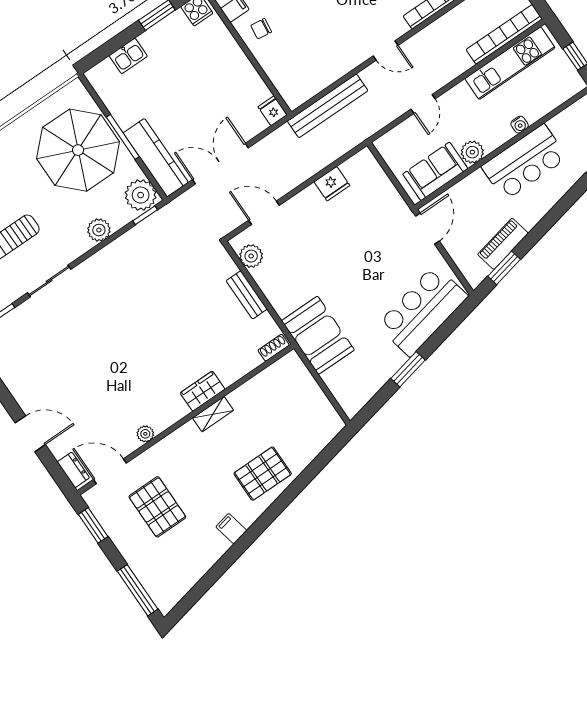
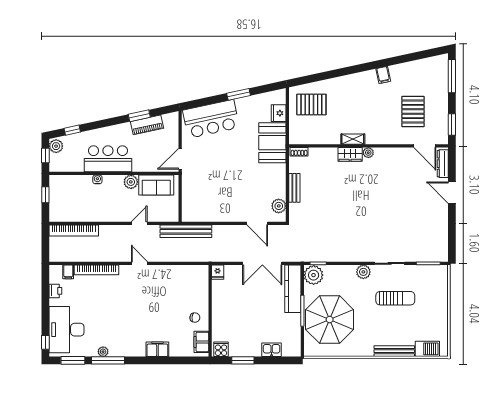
kitchen unit: (510, 63) -> (81, 214), removed
bench: (328, 106) -> (186, 231), moved
fridge: (332, 184) -> (279, 113), moved, turned -90
plant: (99, 230) -> (363, 272), moved
window: (504, 268) -> (139, 116), moved
plant: (145, 434) -> (368, 153), moved
dresser: (73, 470) -> (443, 164), width x1.44
pallet: (263, 474) -> (311, 104), moved

